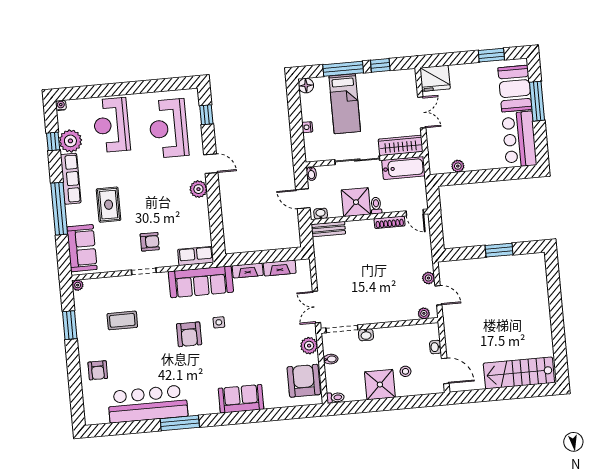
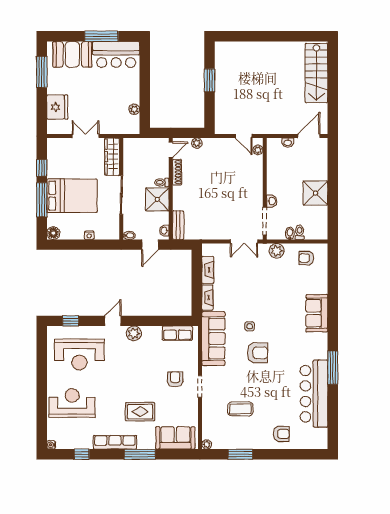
window: (491, 55) -> (42, 72), width x1.44
fridge: (435, 78) -> (57, 107), moved
window: (537, 101) -> (101, 36), moved
bed: (345, 104) -> (72, 196), width x1.50
reception desk: (111, 125) -> (72, 403), turned 180
plant: (70, 141) -> (82, 439), removed
bathtub: (403, 168) -> (132, 156), removed
window: (59, 209) -> (140, 454), width x0.68
row of seats: (196, 256) -> (177, 333), moved, turned -90
plant: (428, 278) -> (197, 143), moved
door: (438, 295) -> (244, 136), swing flipped
coffee table: (122, 320) -> (240, 409), turned 90
stool: (405, 371) -> (306, 170), removed
armchair: (304, 381) -> (306, 258), width x0.53, depth x0.53
toilet: (335, 398) -> (300, 232), moved

